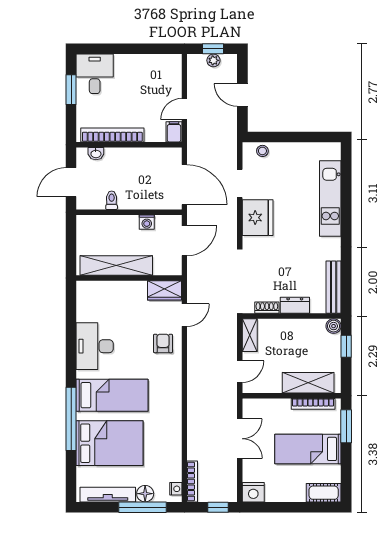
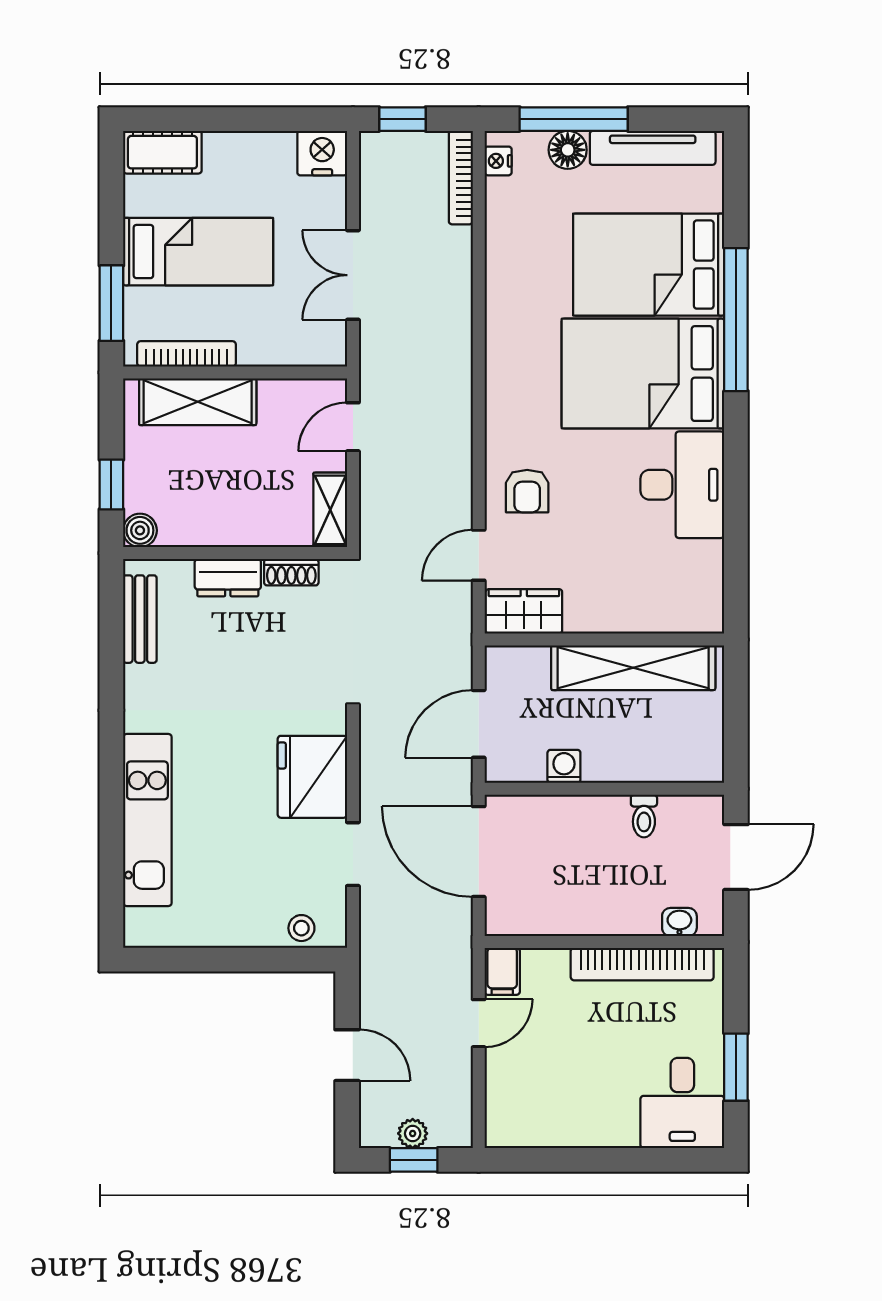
bench: (334, 287) -> (140, 619), width x0.73
bed: (112, 395) -> (643, 374), width x1.50

